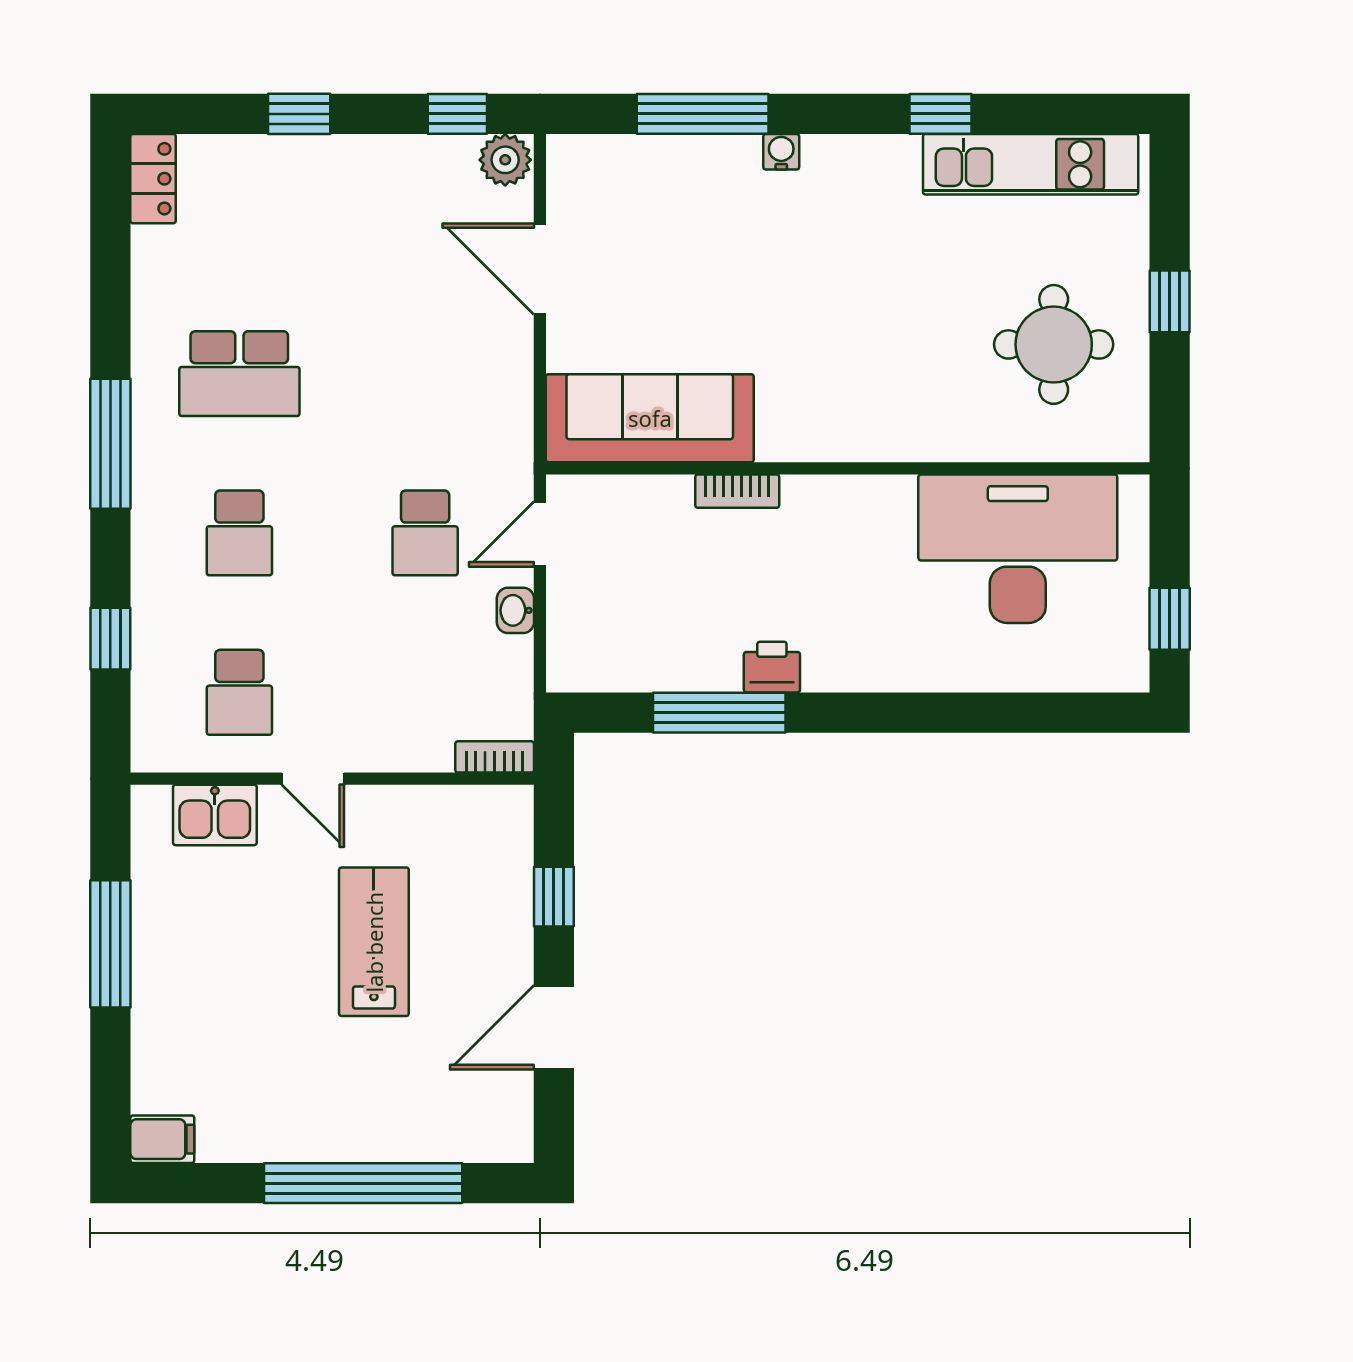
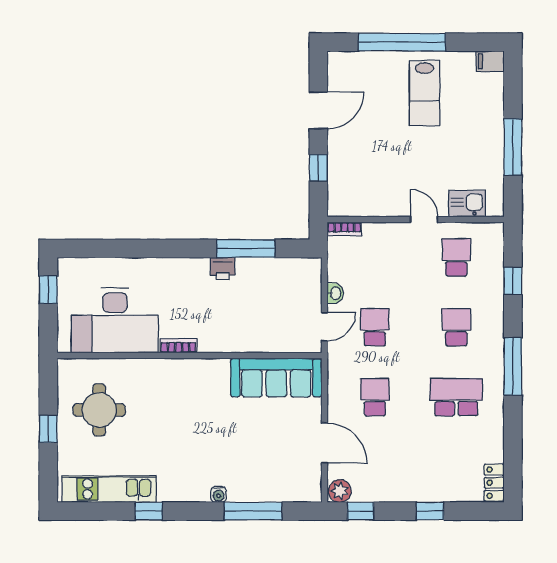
school desk: (425, 374) -> (375, 397), added
bookcase: (737, 491) -> (179, 346), moved
lab bench: (374, 942) -> (425, 93), moved

